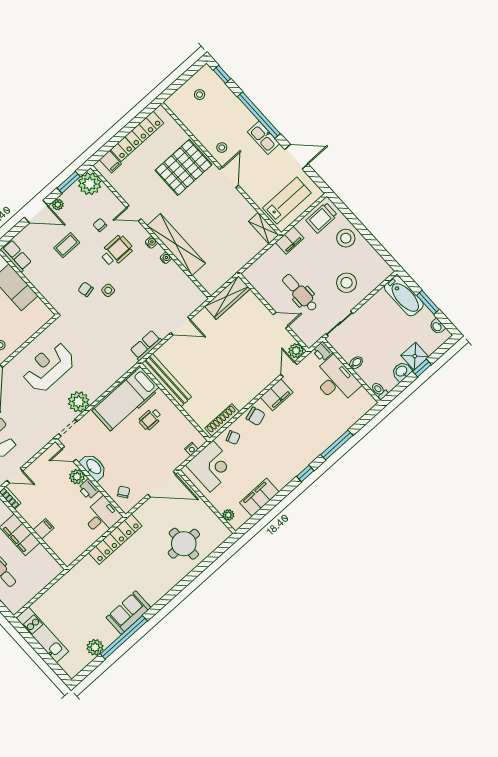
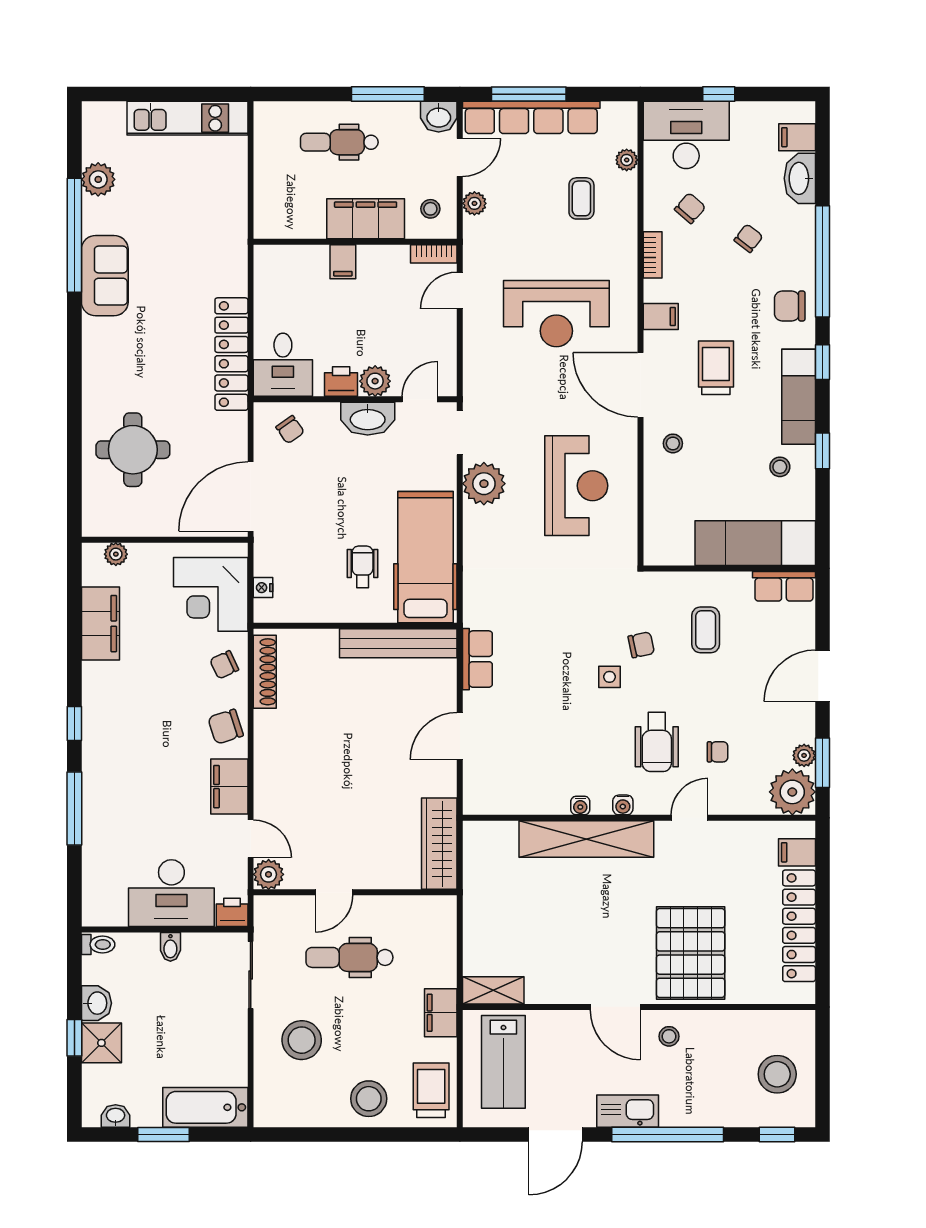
stool: (200, 95) -> (777, 1074), width x1.89, depth x1.89
plant: (58, 205) -> (804, 755), moved
coffee table: (67, 245) -> (706, 630), moved
dental chair: (300, 293) -> (349, 957), turned 180

